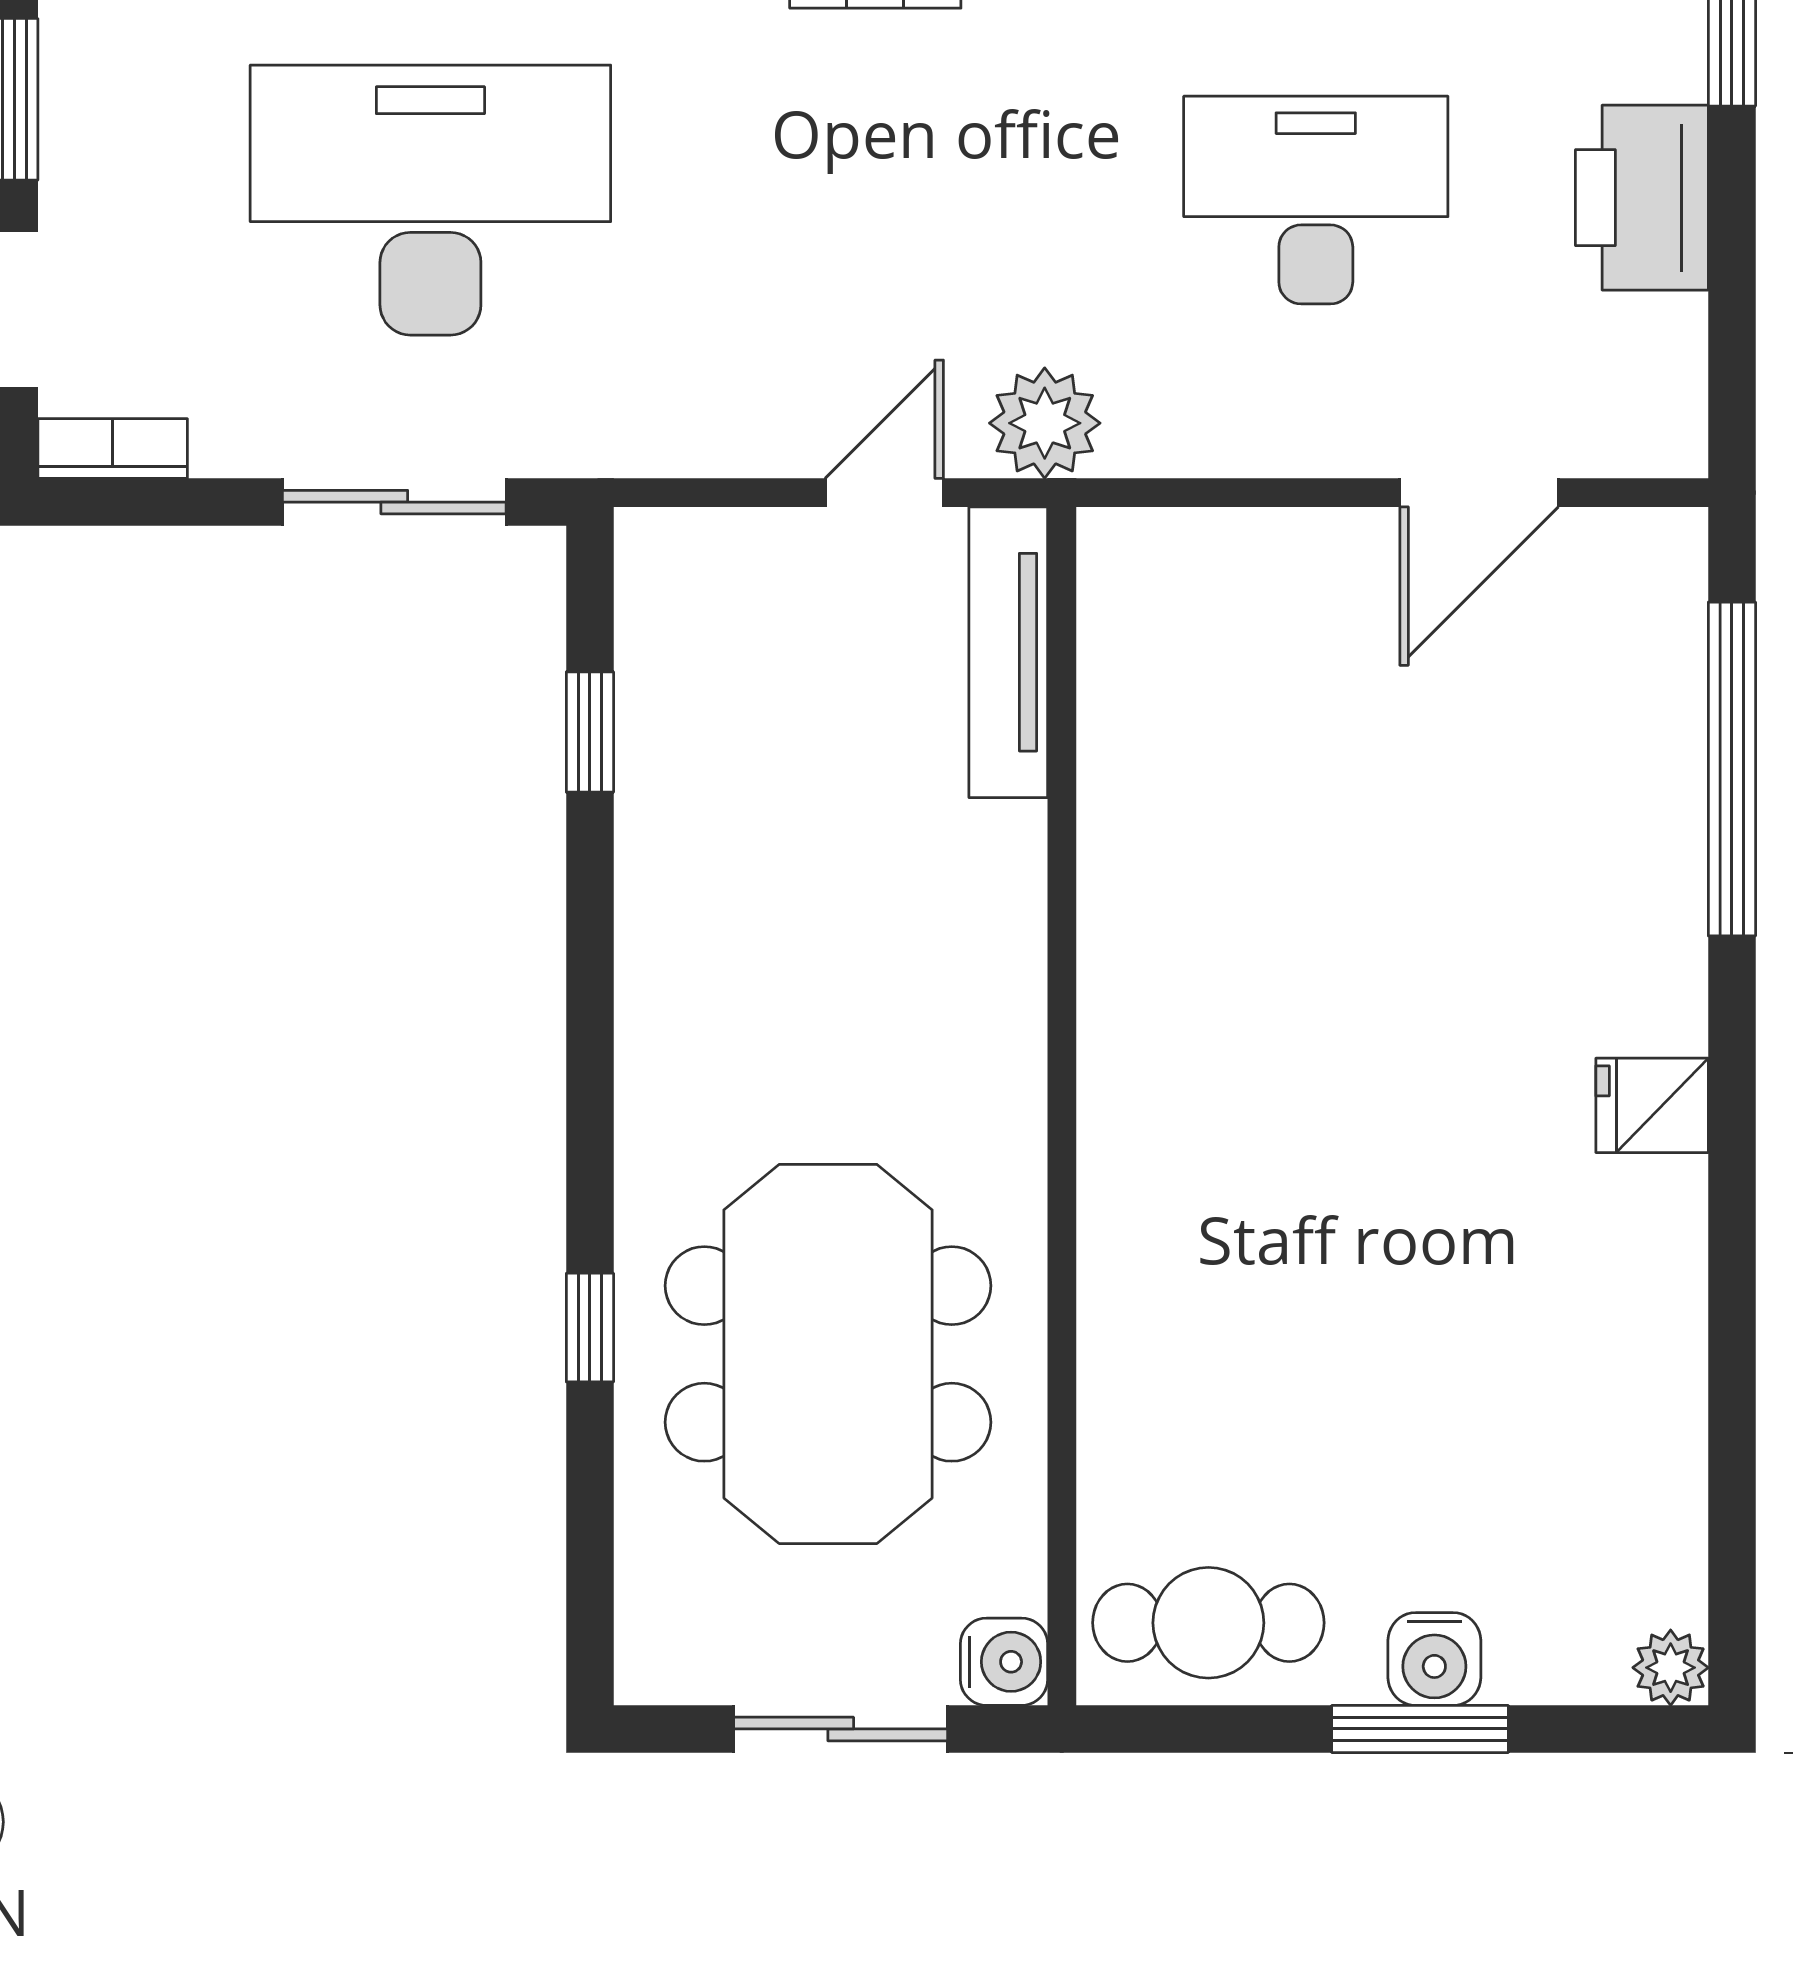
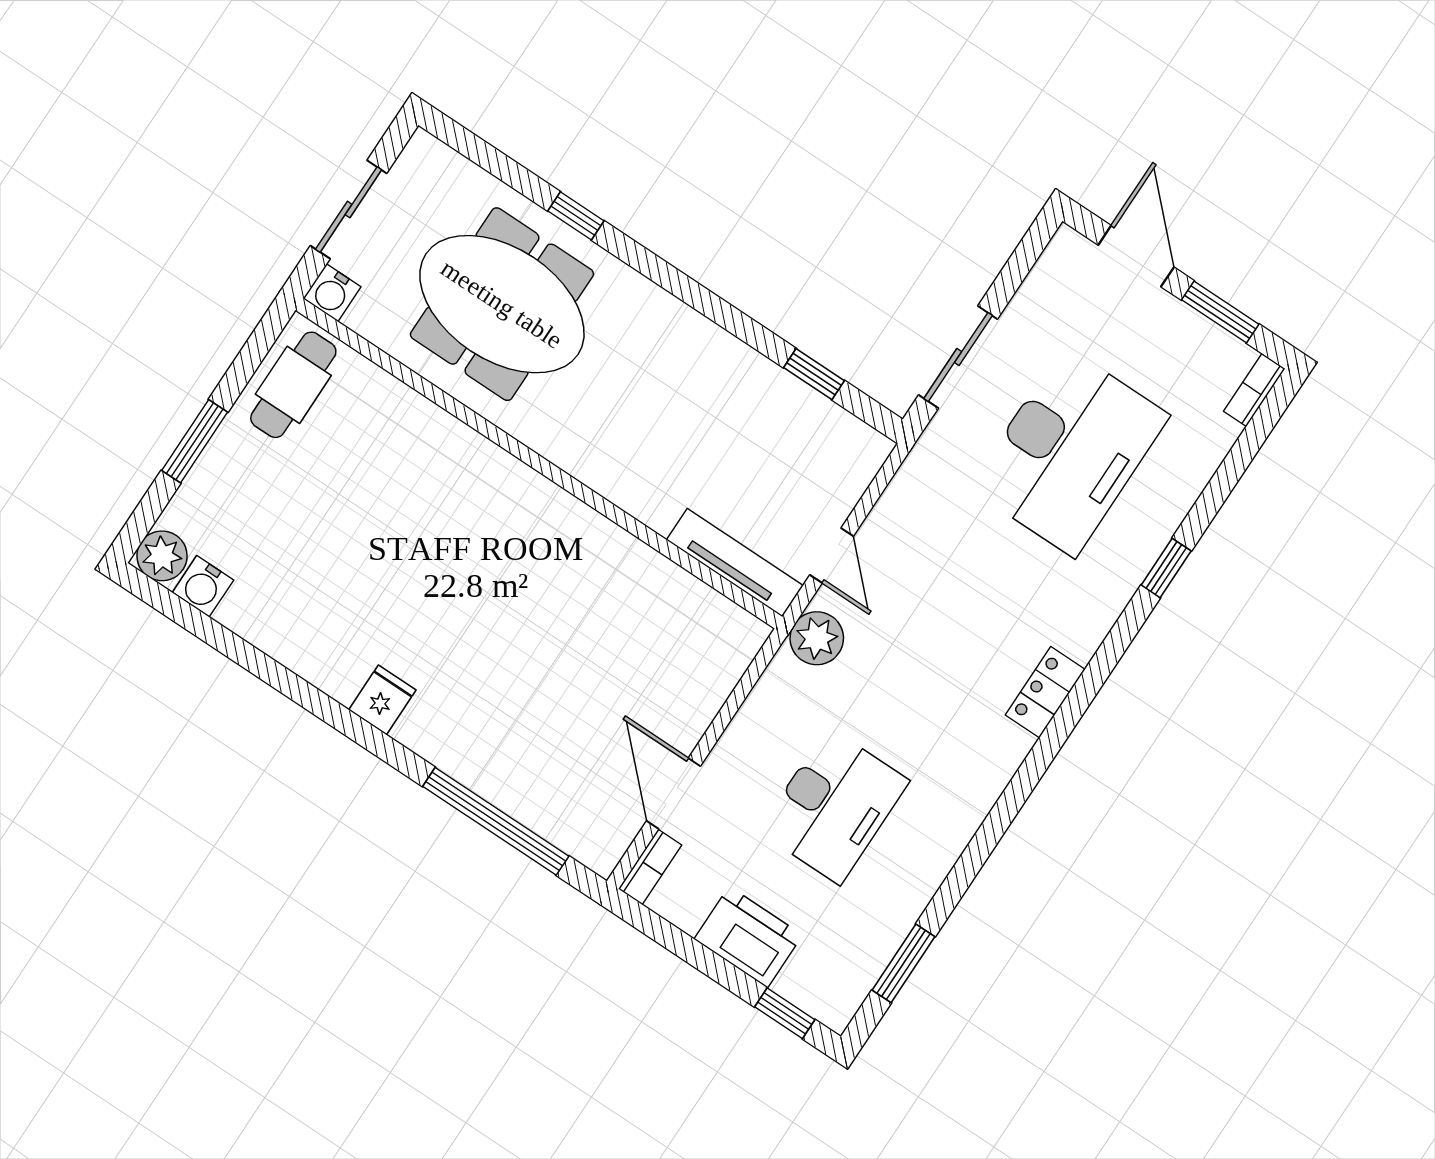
bookcase: (113, 449) -> (650, 867), moved
water cooler: (1434, 1659) -> (203, 586), moved, turned -90
plant: (1671, 1668) -> (162, 556), width x1.38, depth x1.38

